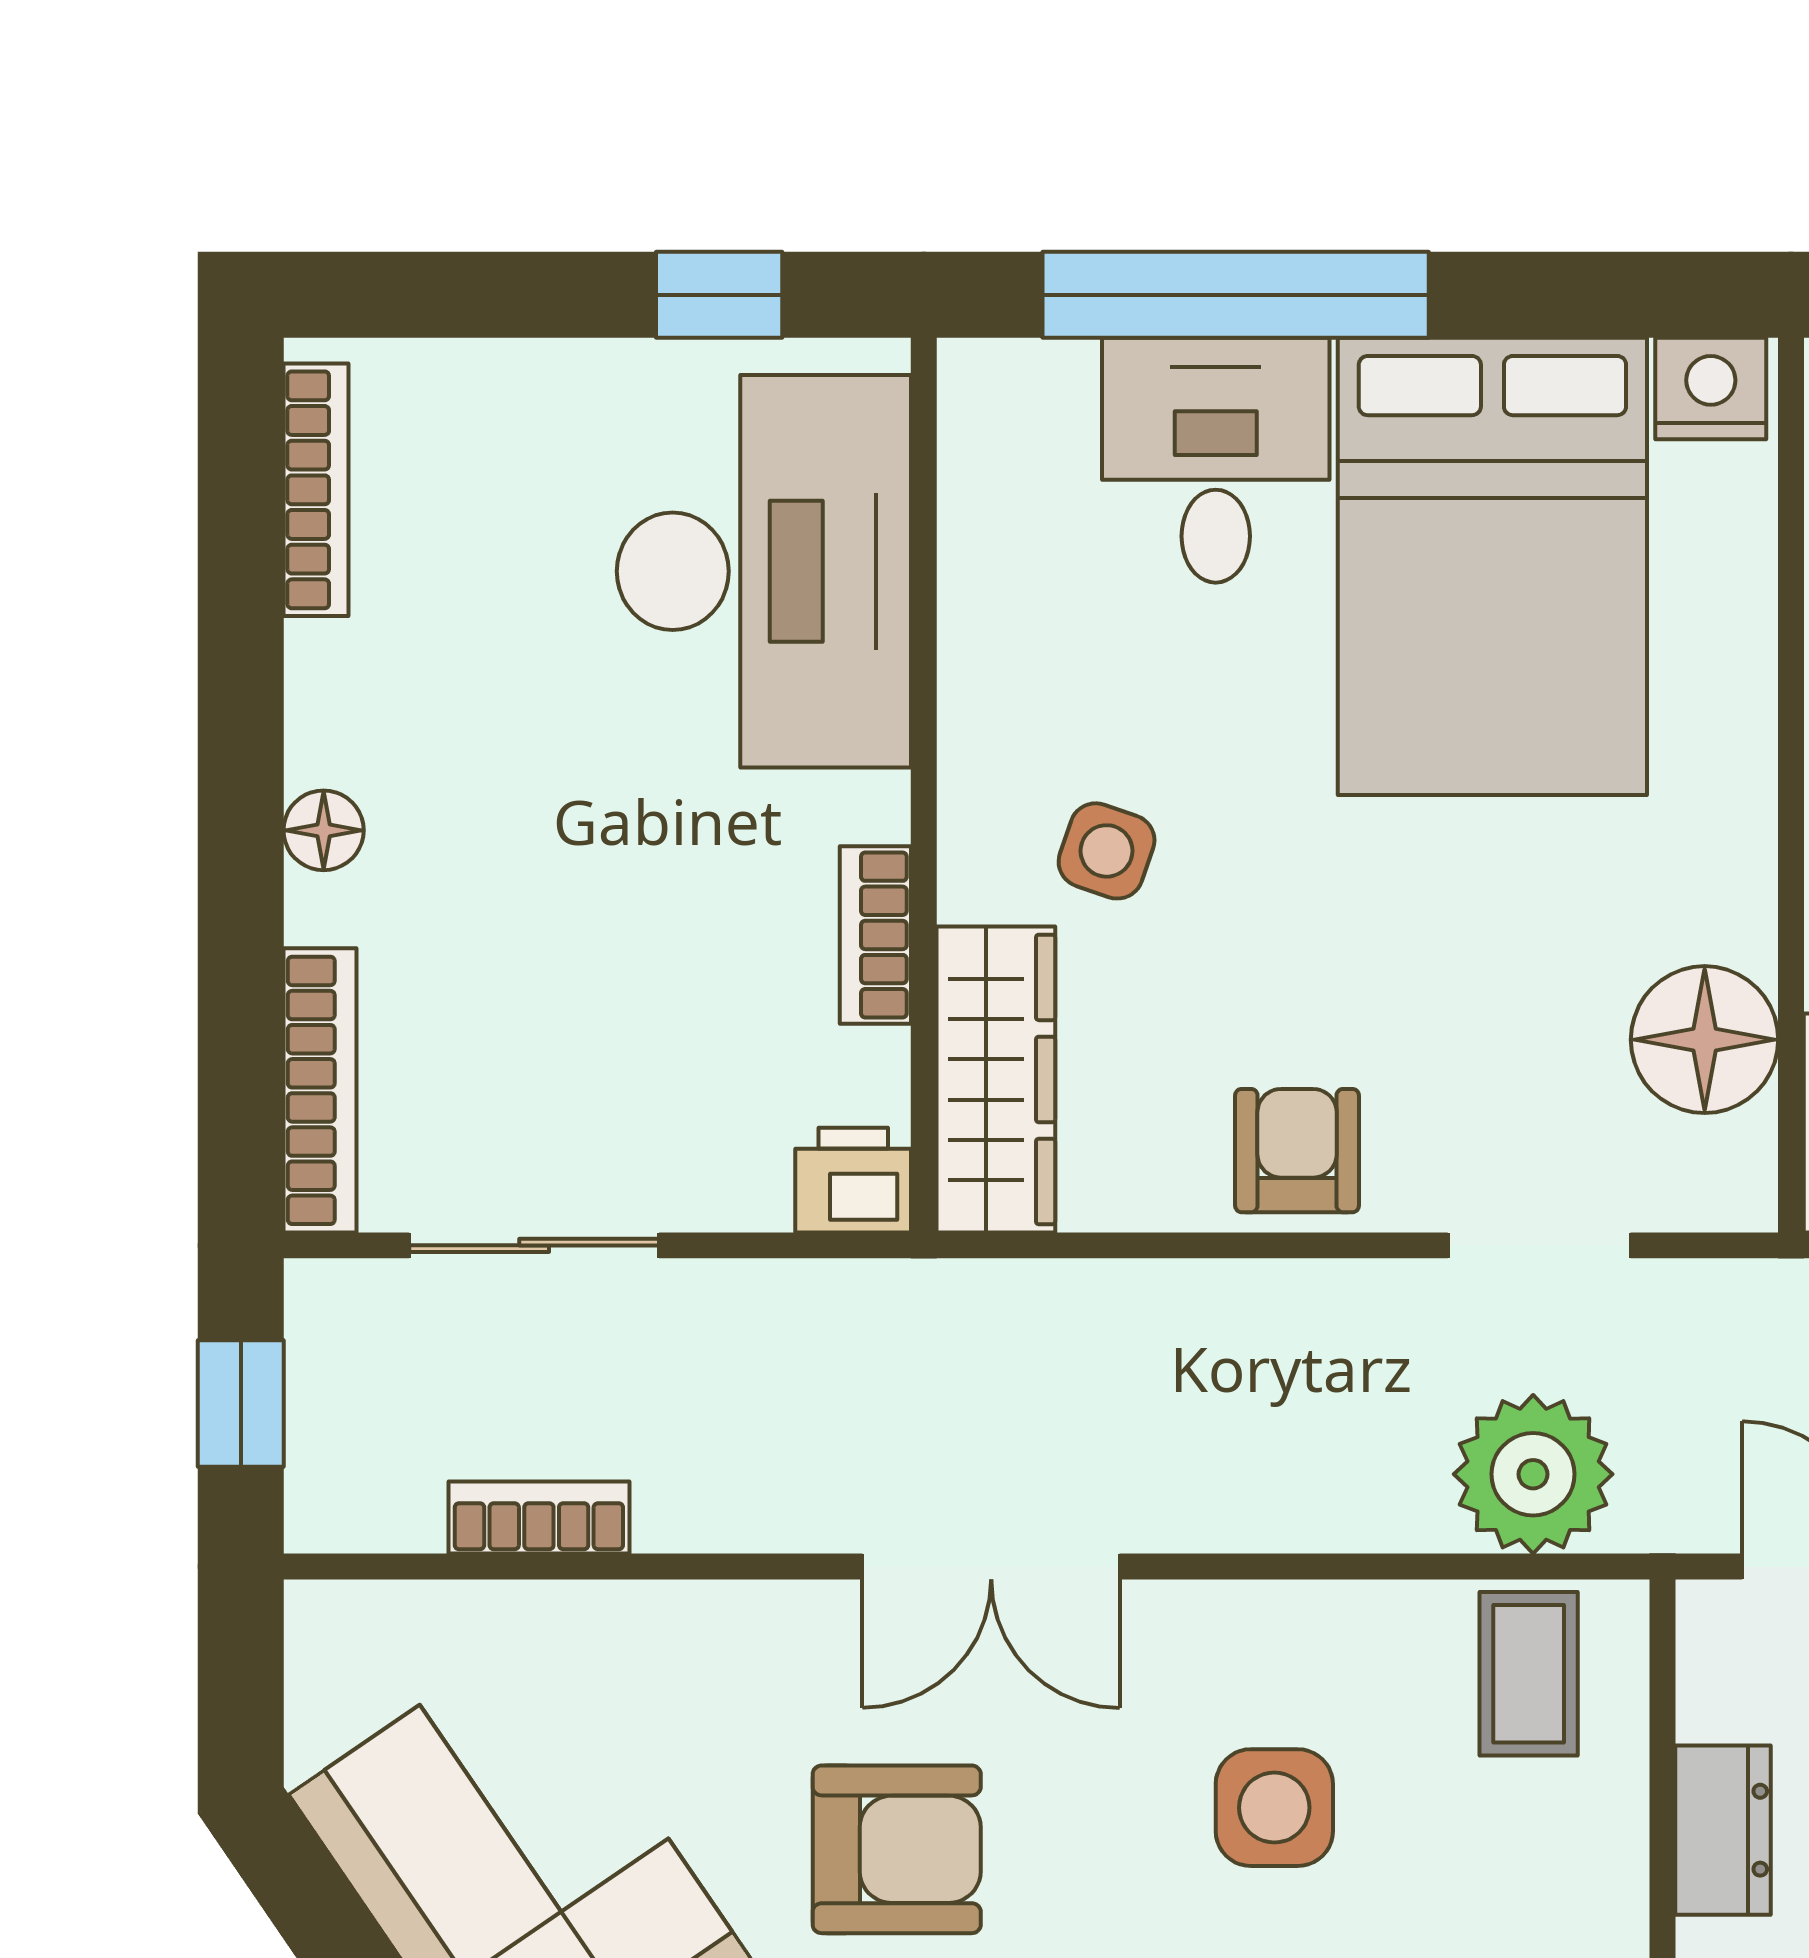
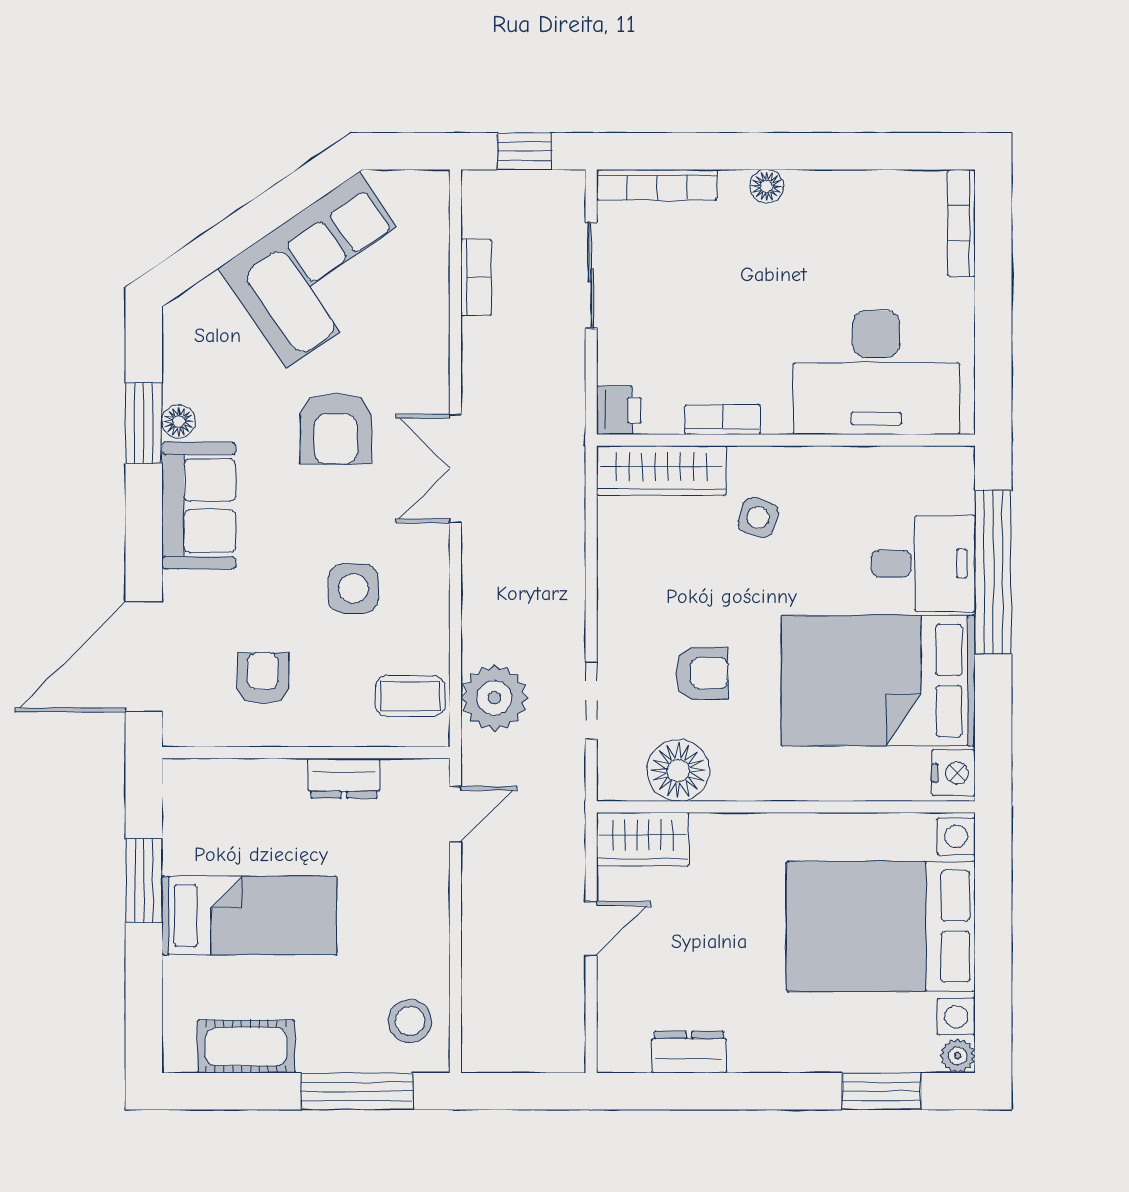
window: (719, 295) -> (993, 354), removed
bookcase: (316, 490) -> (961, 223), moved, turned 90
armchair: (1297, 1151) -> (702, 673), moved

